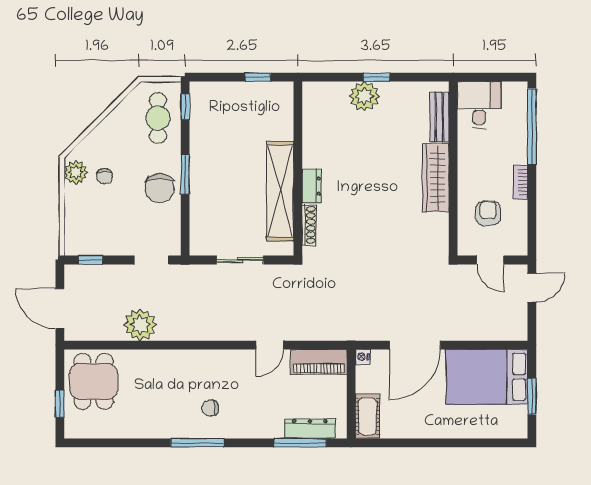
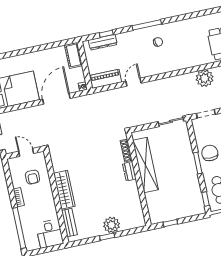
sliding door: (240, 260) -> (171, 121), moved
window: (197, 443) -> (147, 25), moved
window: (300, 443) -> (106, 34), width x0.46

